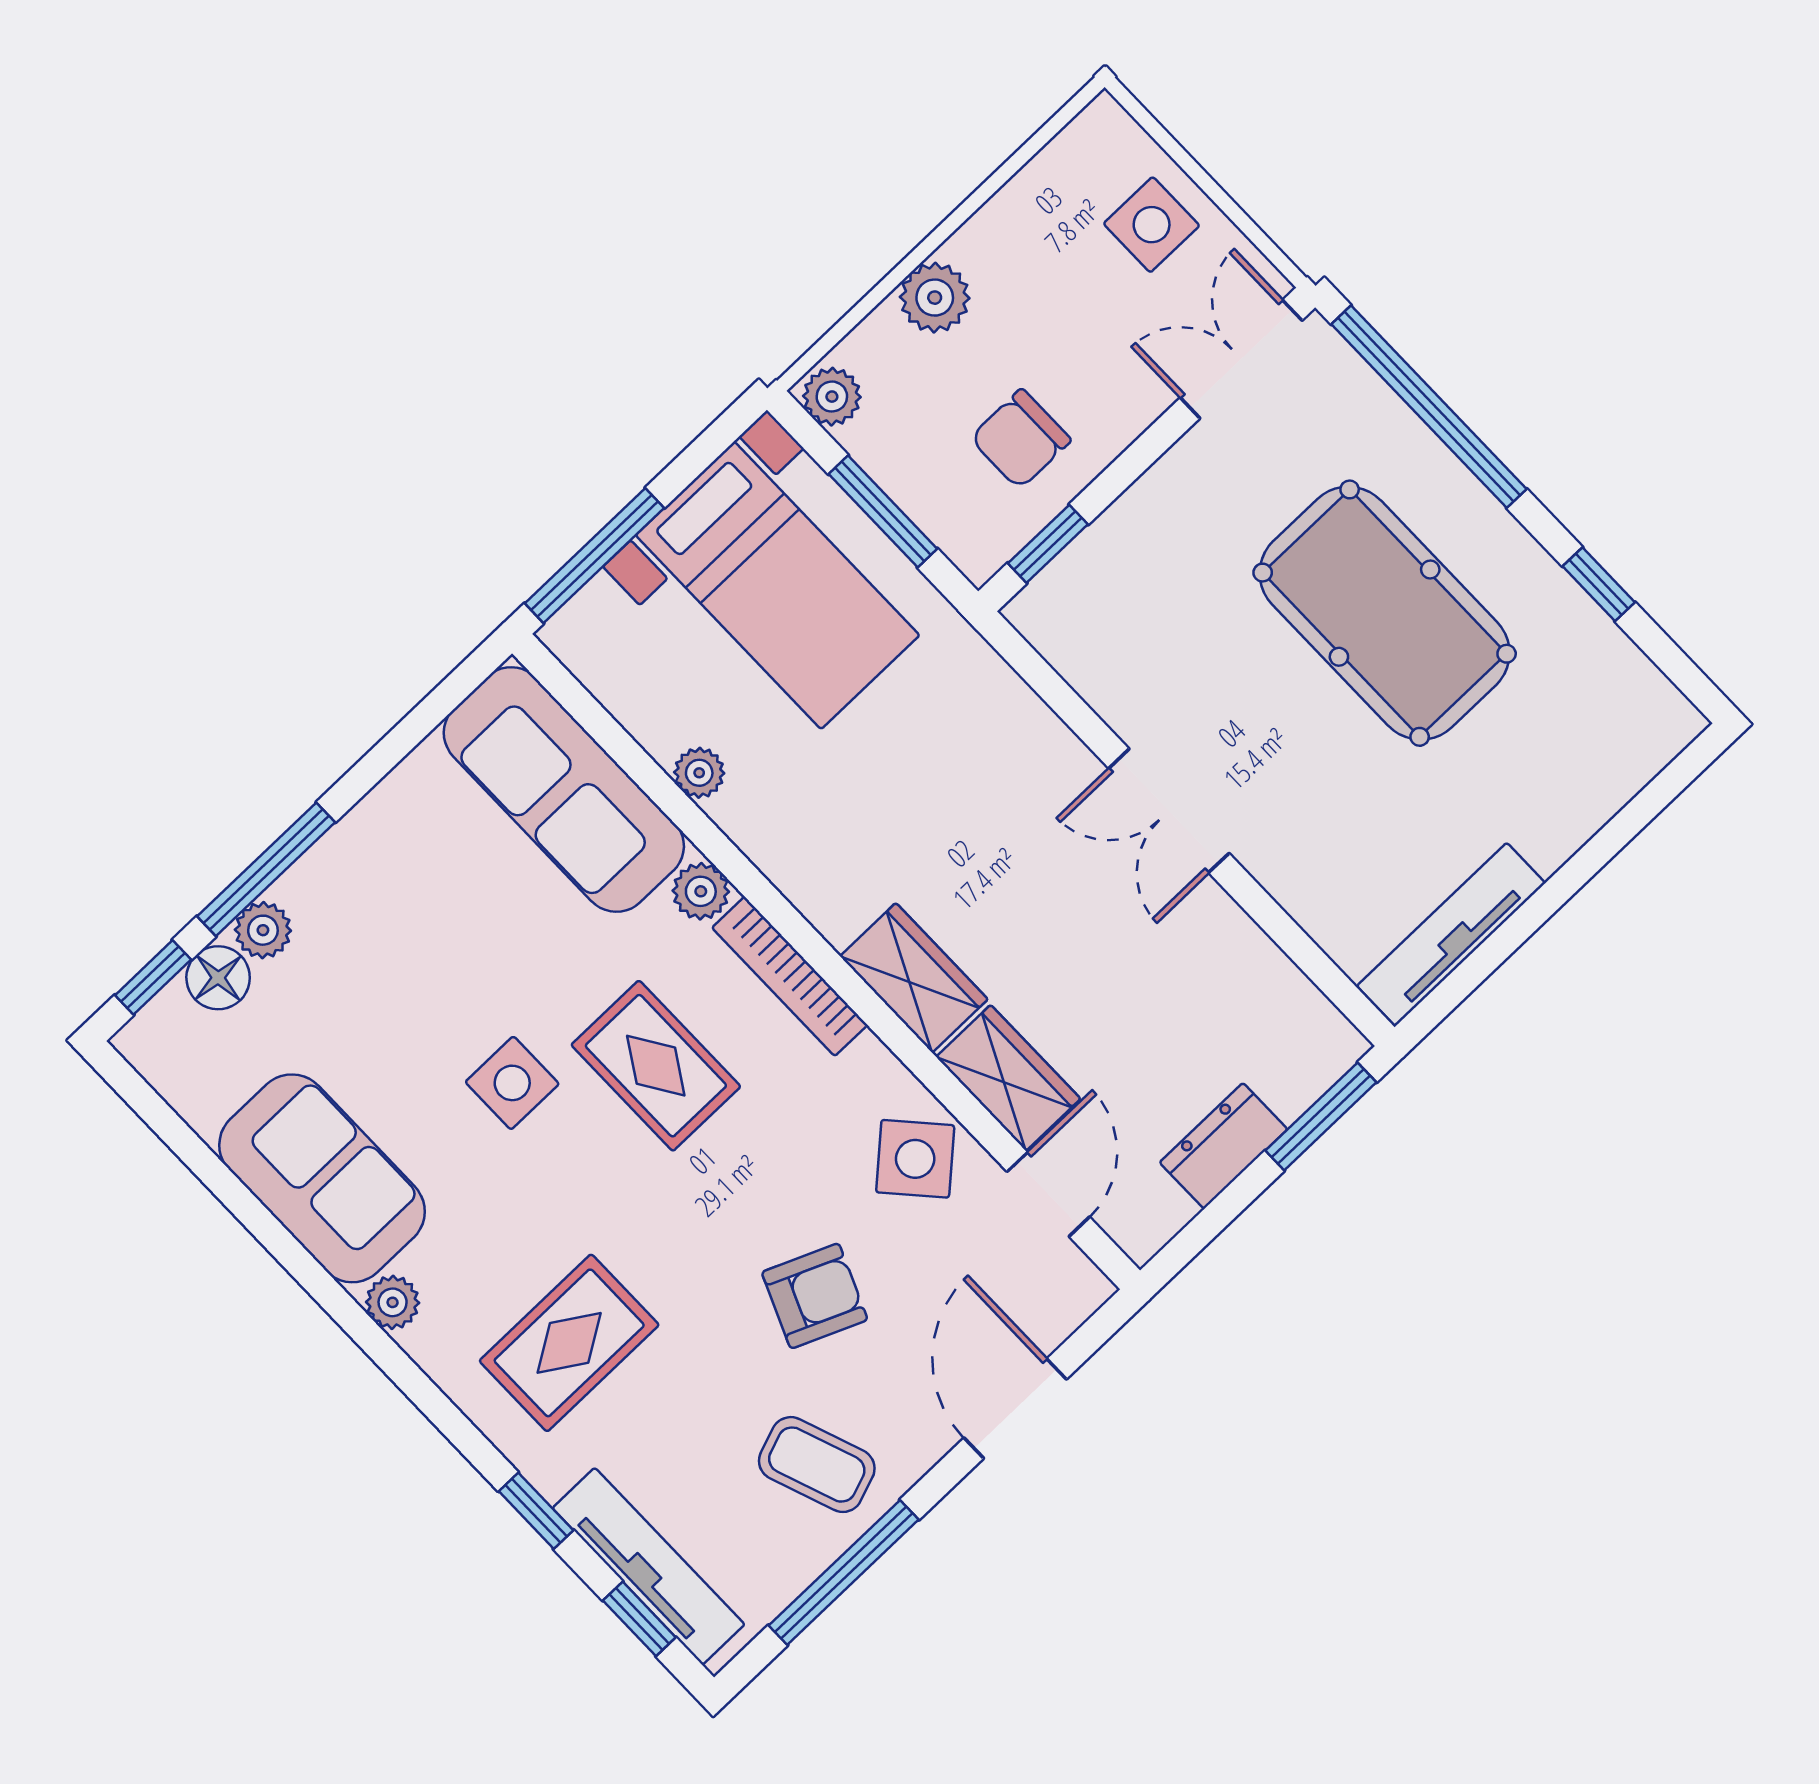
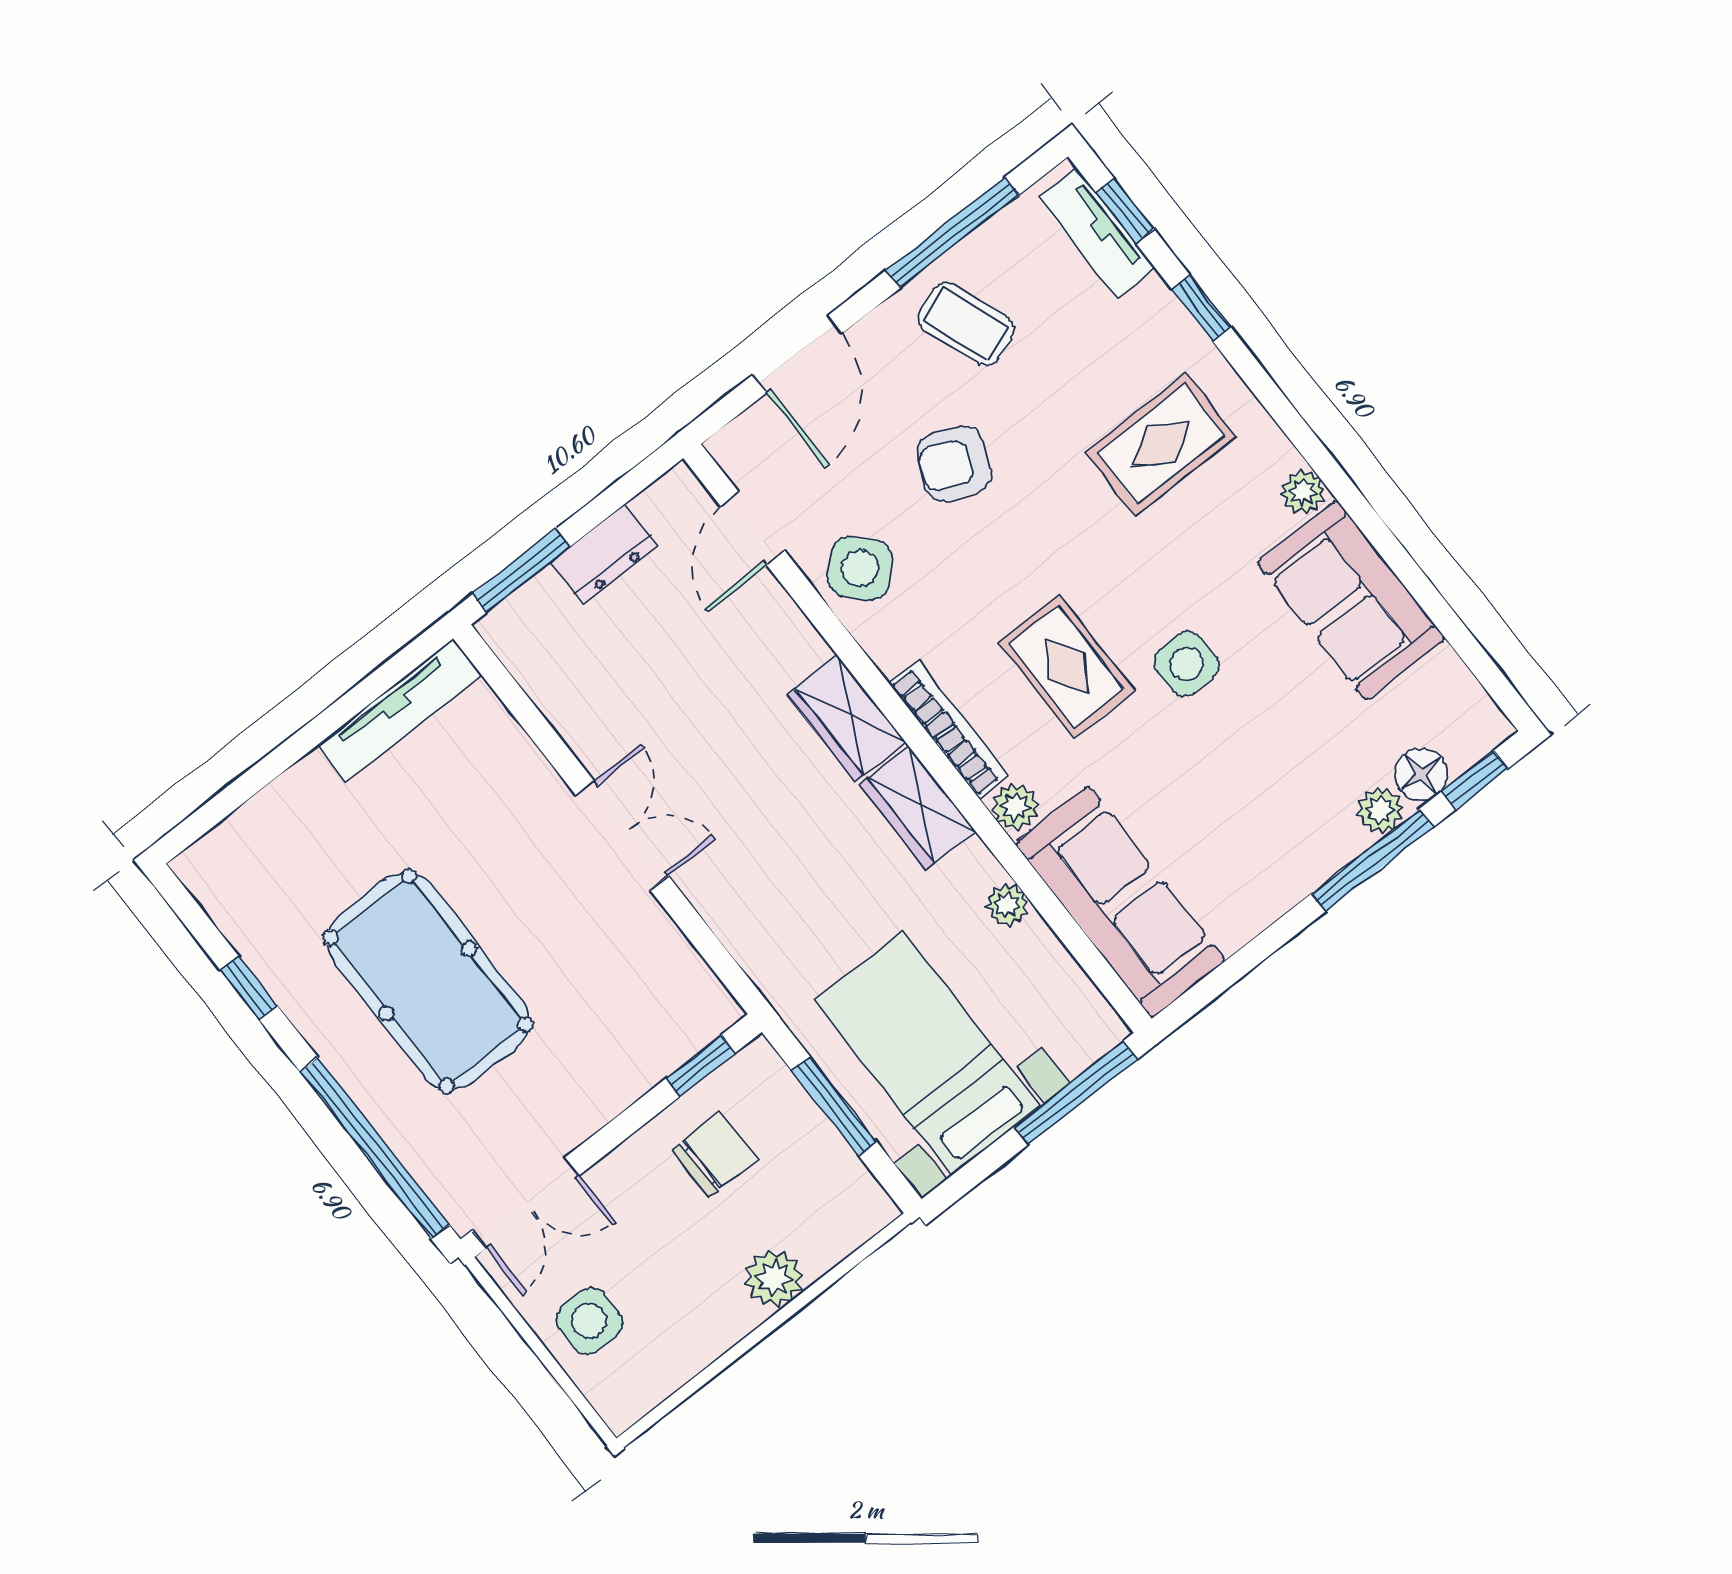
plant: (832, 397) -> (867, 1205), removed
wardrobe: (1008, 1078) -> (917, 807), moved
tv unit: (649, 1566) -> (1097, 233), width x0.71

